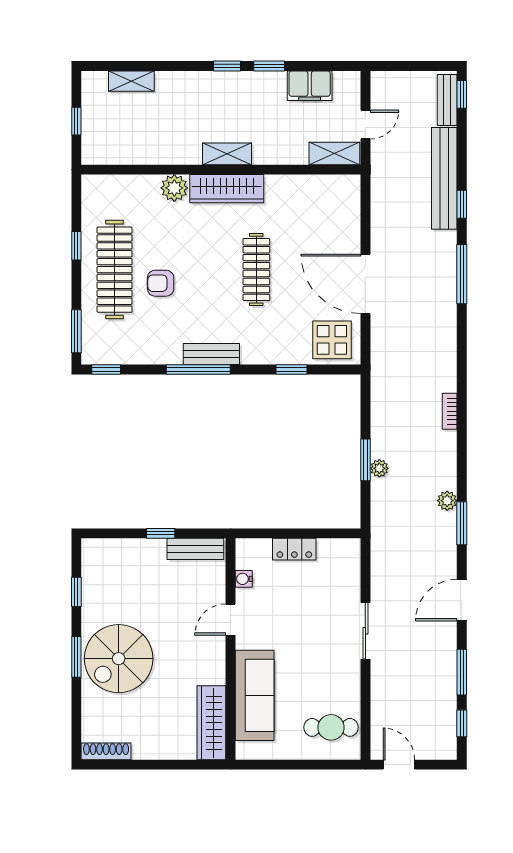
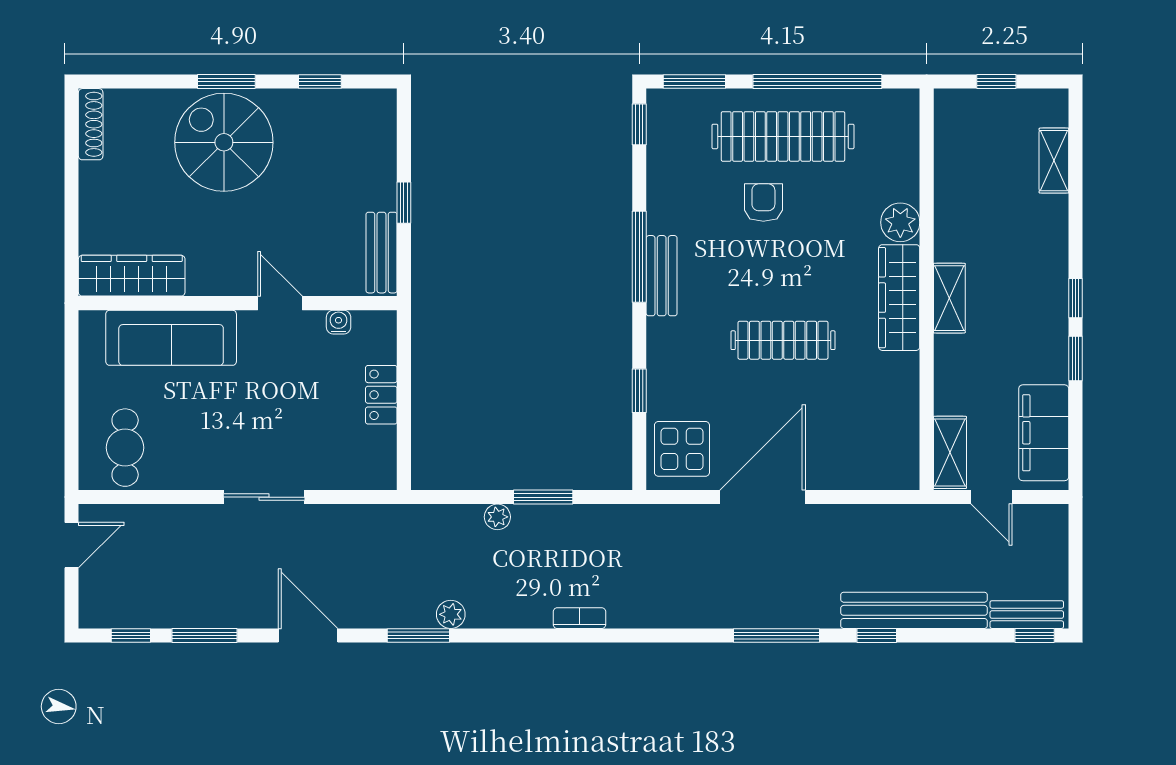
filing cabinet: (310, 86) -> (1044, 433), width x1.50, depth x1.17
window: (76, 246) -> (817, 82), width x3.17
window: (365, 460) -> (543, 497), moved

